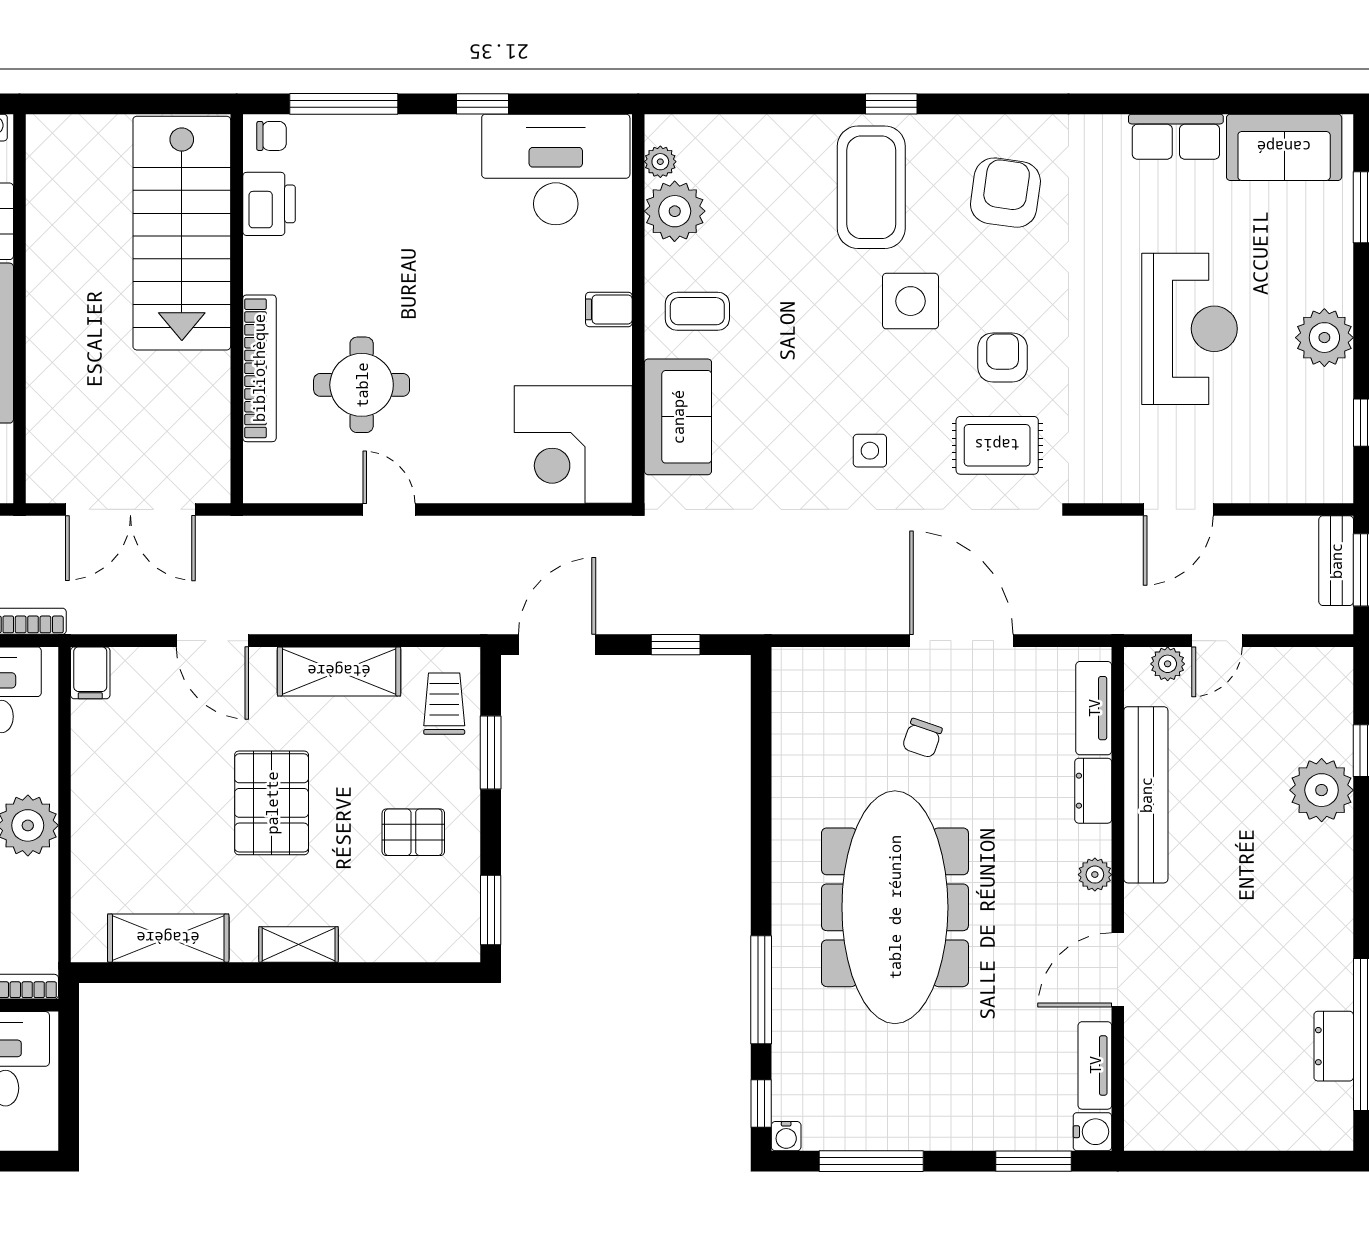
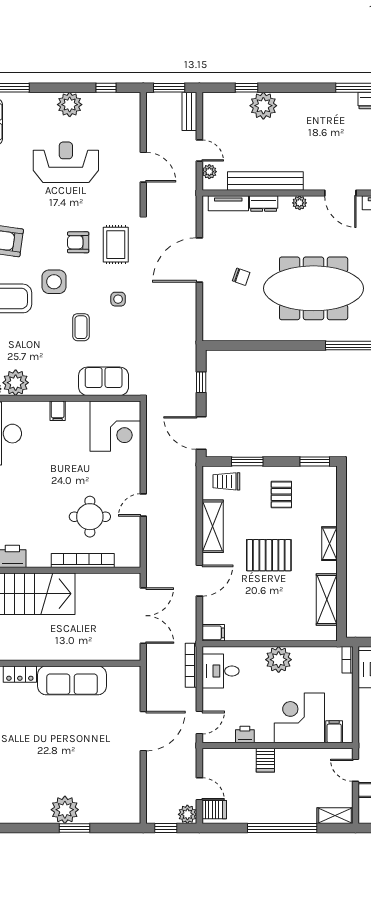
coffee table: (697, 311) -> (81, 327), moved
bench: (1336, 561) -> (189, 111), moved, turned 90

